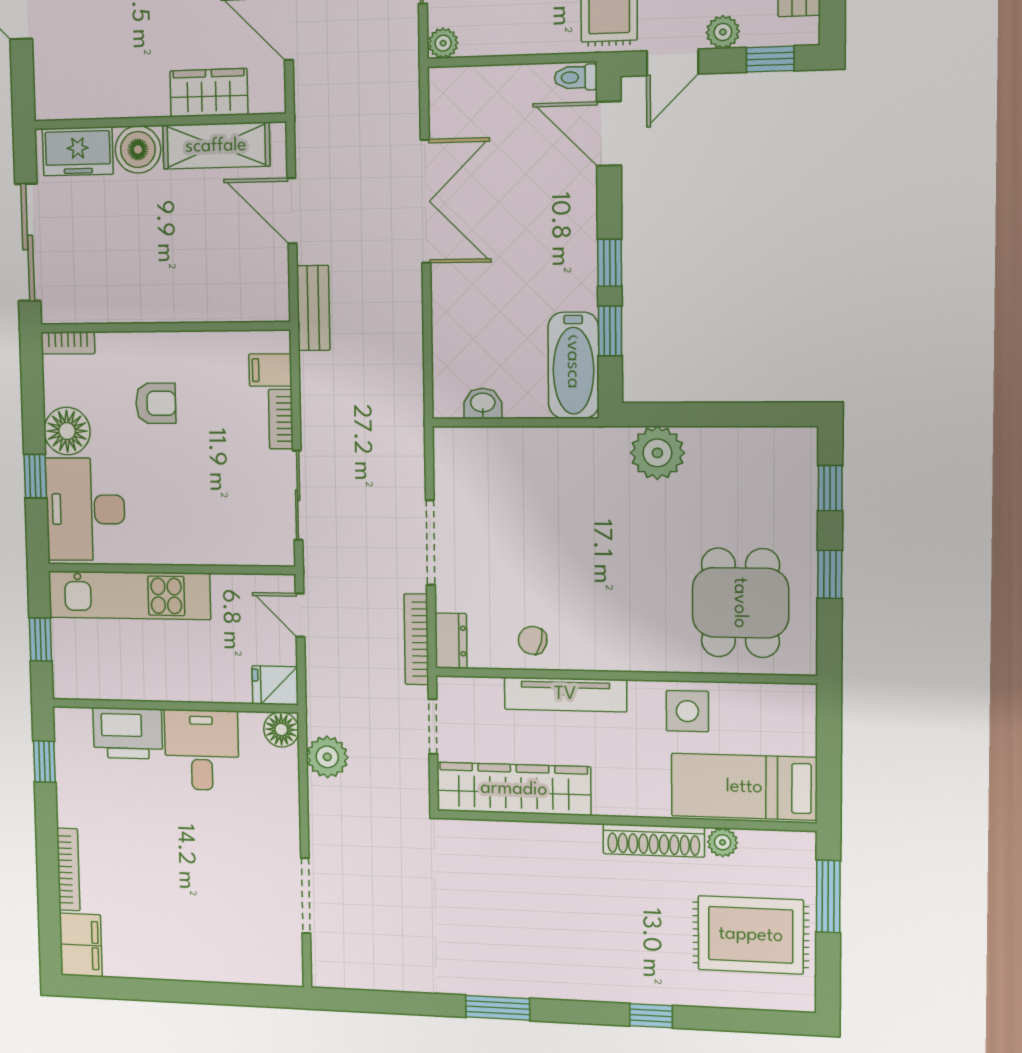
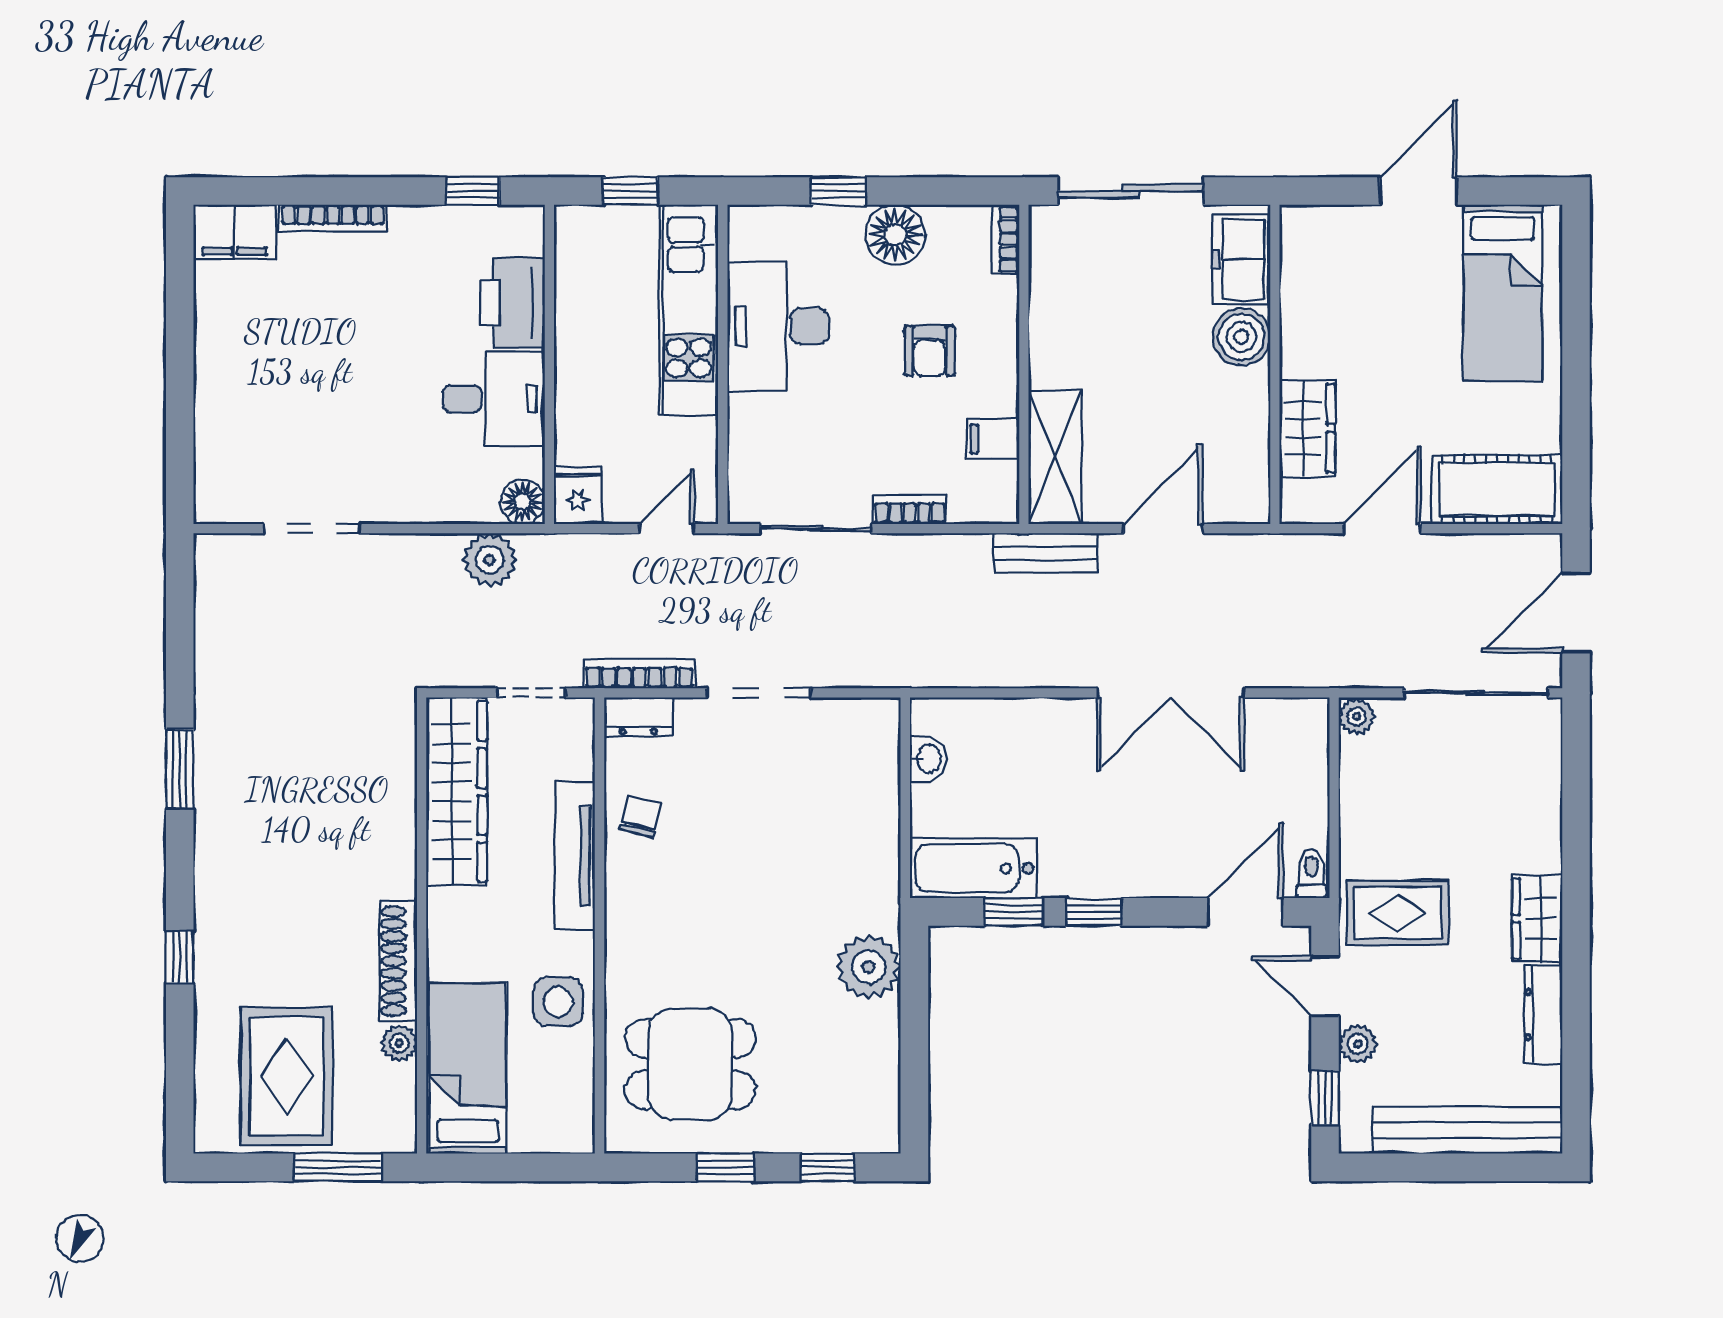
shelving: (216, 146) -> (1055, 457), moved
filing cabinet: (270, 370) -> (993, 439), moved, turned -90
desk: (85, 509) -> (778, 326), moved, turned -90

